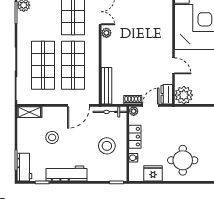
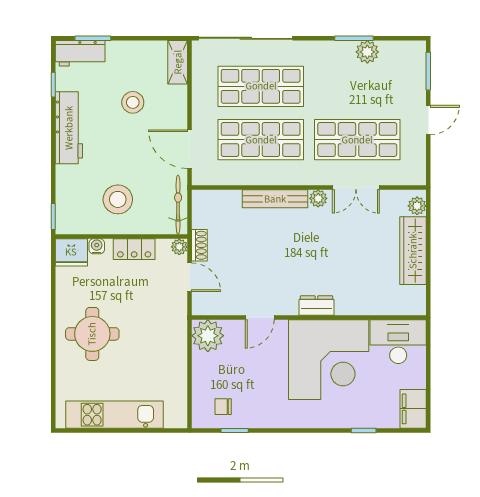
bench: (106, 86) -> (275, 199), moved
dresser: (167, 94) -> (316, 306), moved
fridge: (153, 173) -> (71, 252), moved, turned 90

